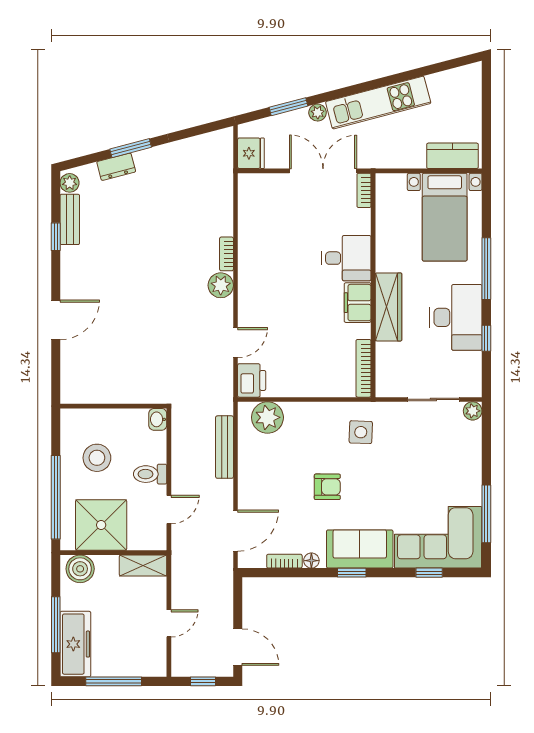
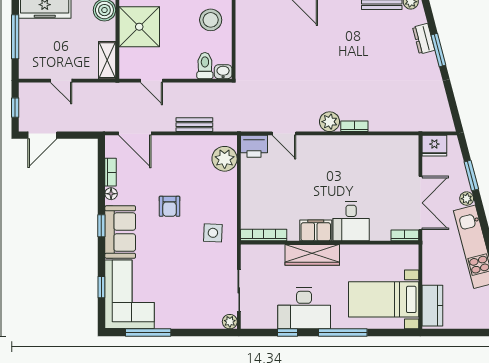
bench: (225, 447) -> (194, 125), width x0.73
stool: (97, 458) -> (211, 20), moved
toilet: (150, 474) -> (205, 66), moved

